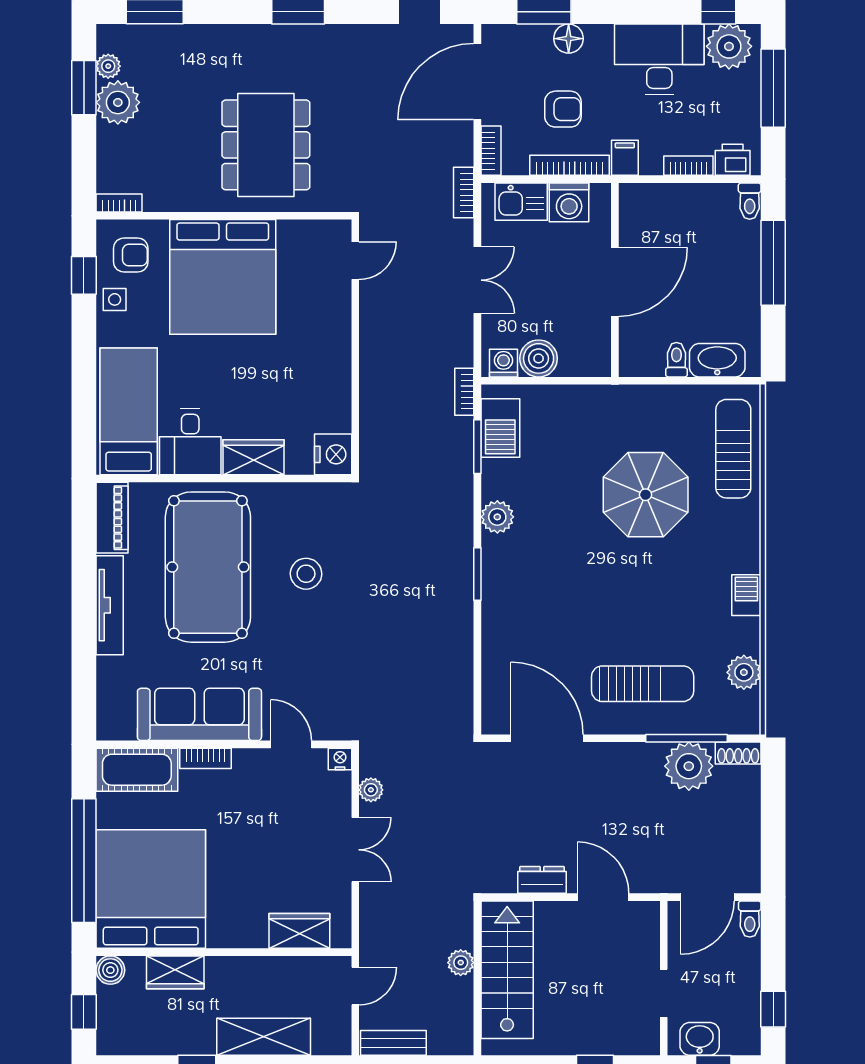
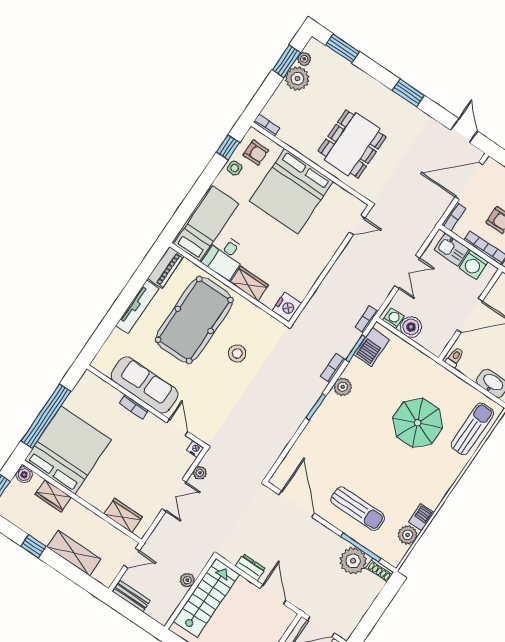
bookcase: (464, 193) -> (333, 368), moved
toilet: (676, 360) -> (455, 357), moved
barbecue: (746, 595) -> (421, 517), moved
cot: (137, 770) -> (99, 391), removed

